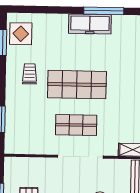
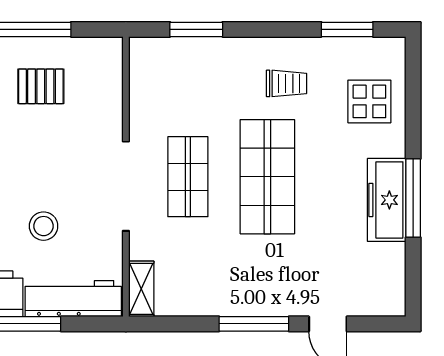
window: (104, 11) -> (413, 198), moved
display table: (21, 34) -> (369, 101), moved

